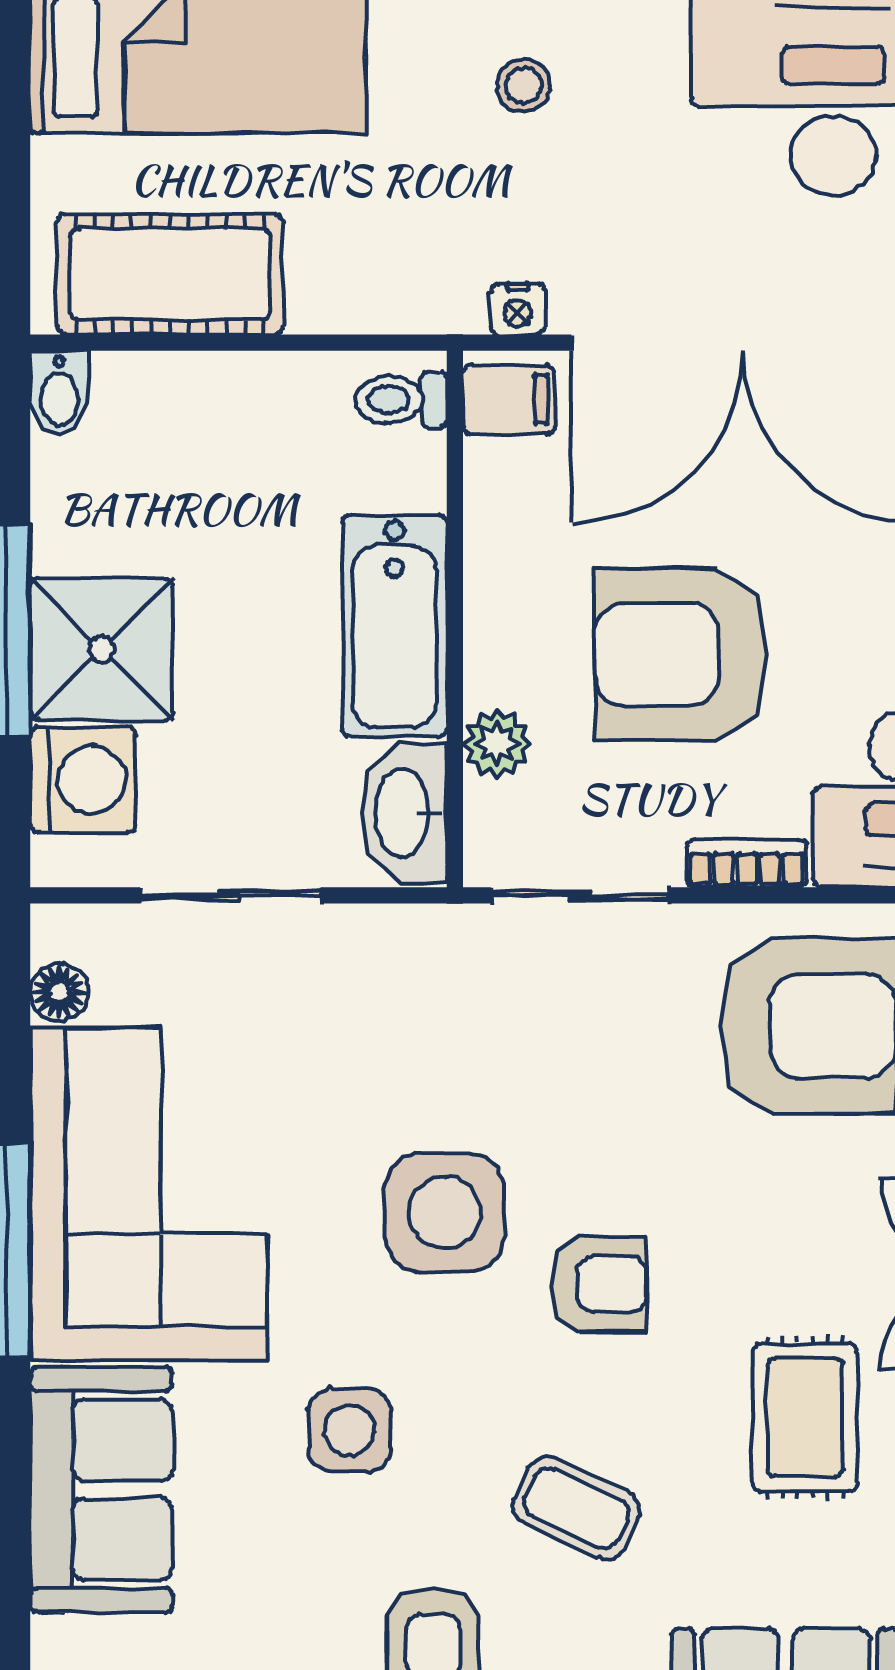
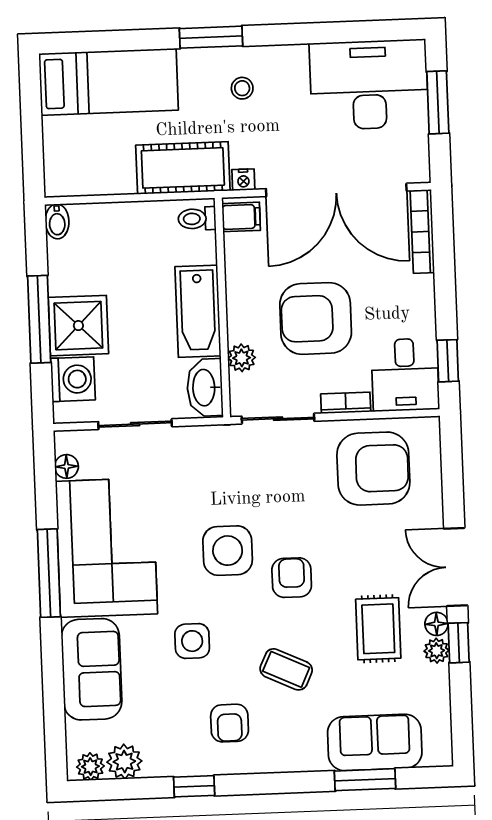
cot: (170, 274) -> (183, 168), moved
armchair: (598, 1285) -> (292, 578), turned -90

